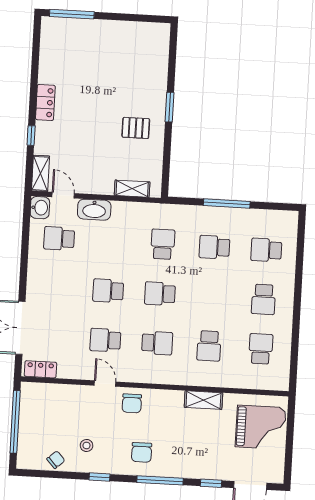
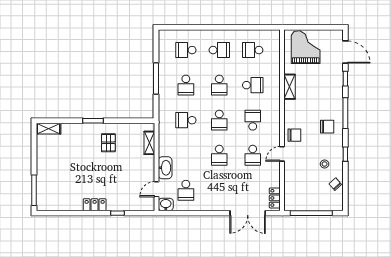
shelving: (41, 173) -> (48, 129), moved
school desk: (266, 250) -> (186, 50), turned 90
school desk: (212, 297) -> (219, 85), added

